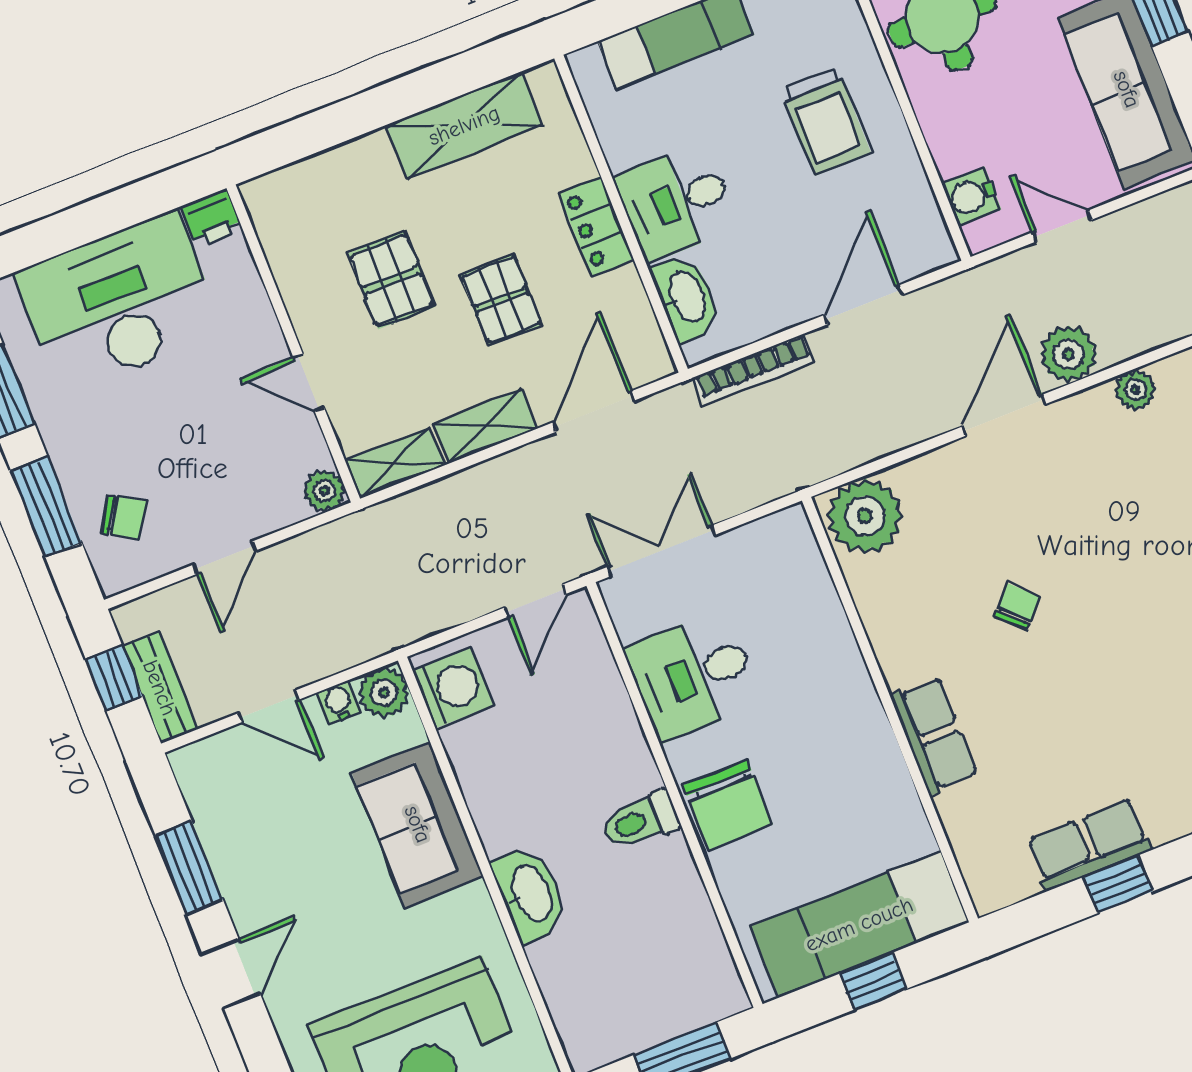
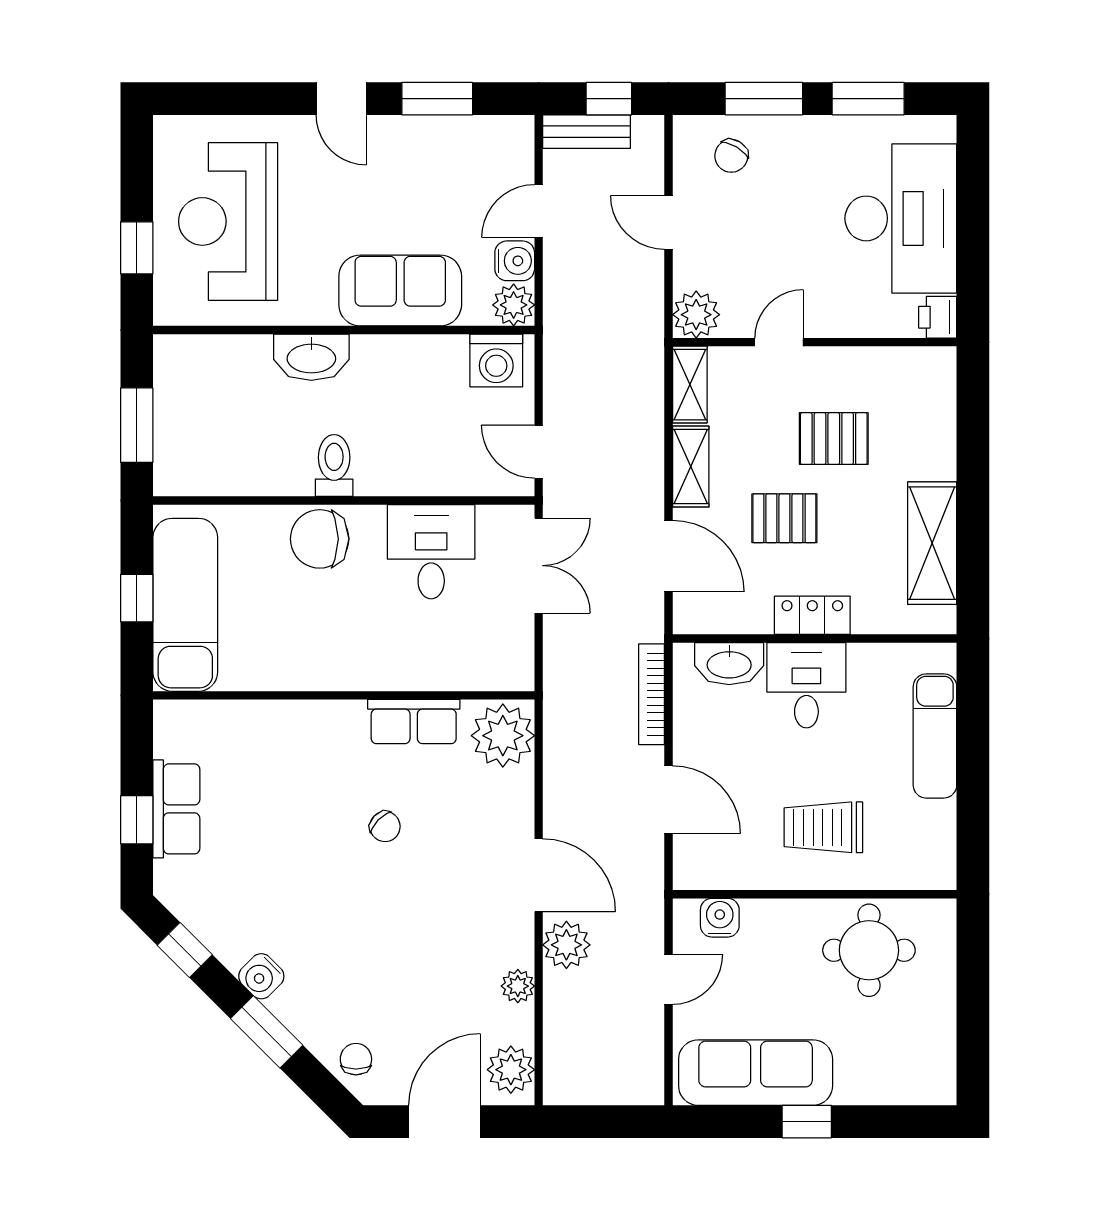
plant: (325, 491) -> (696, 315), width x1.38, depth x1.38
water cooler: (338, 702) -> (515, 261), width x1.38, depth x1.38
row of seats: (934, 735) -> (414, 721), moved

